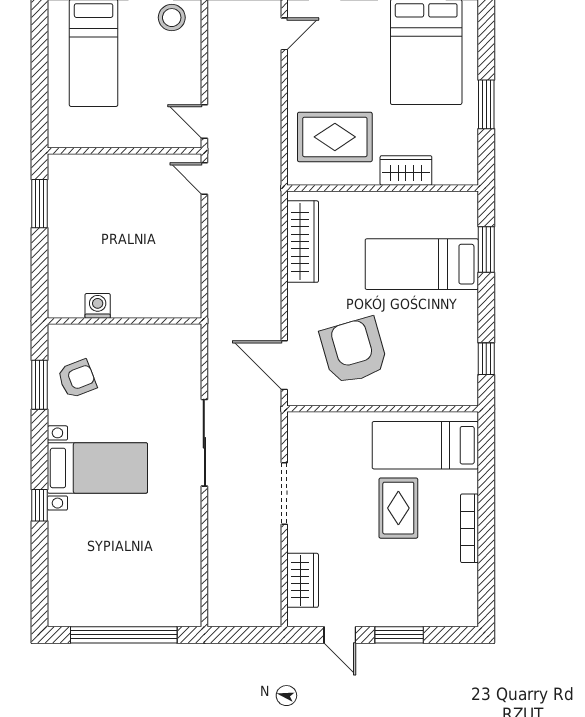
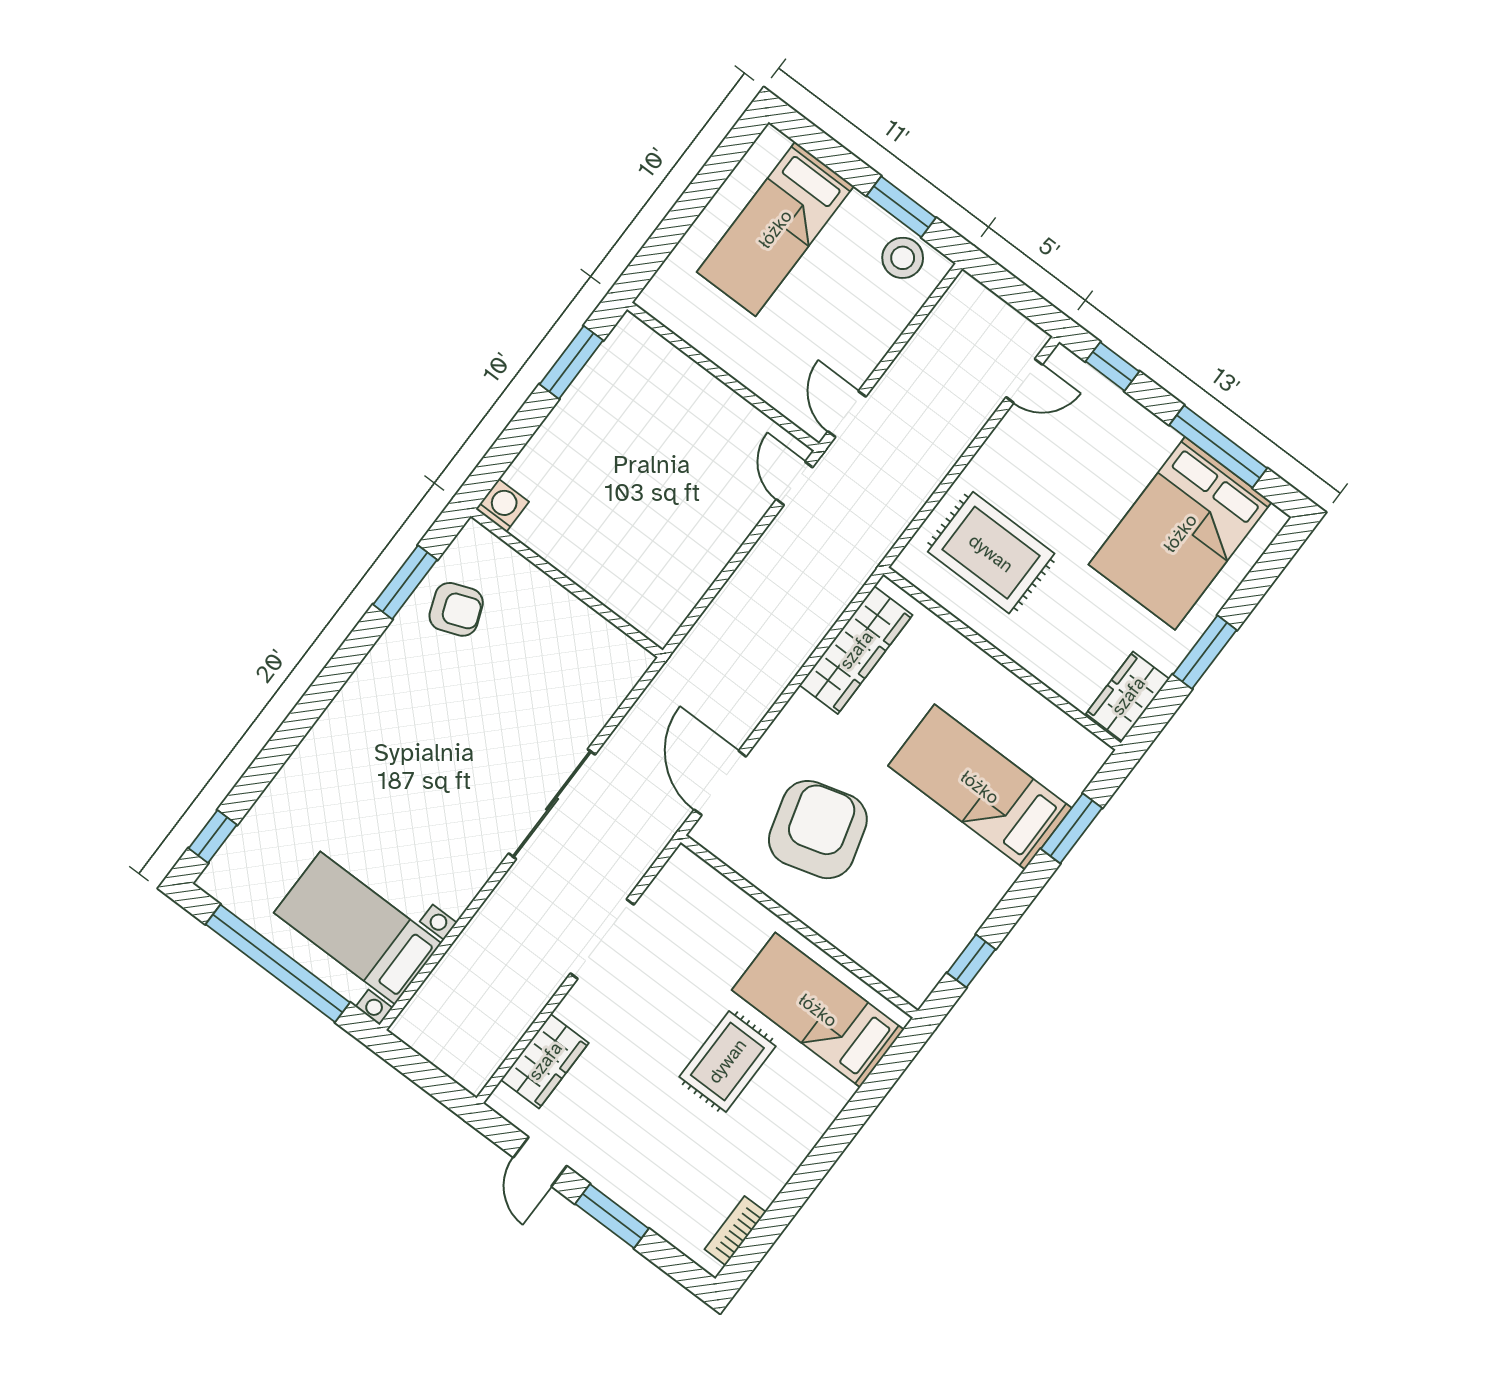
wardrobe: (406, 170) -> (1128, 696), moved, turned -90
washing machine: (98, 306) -> (502, 505), moved
bed with nightstands: (97, 468) -> (358, 928), moved, turned 180
window: (40, 505) -> (213, 836), moved
bookcase: (469, 528) -> (735, 1231), moved, width x0.64

